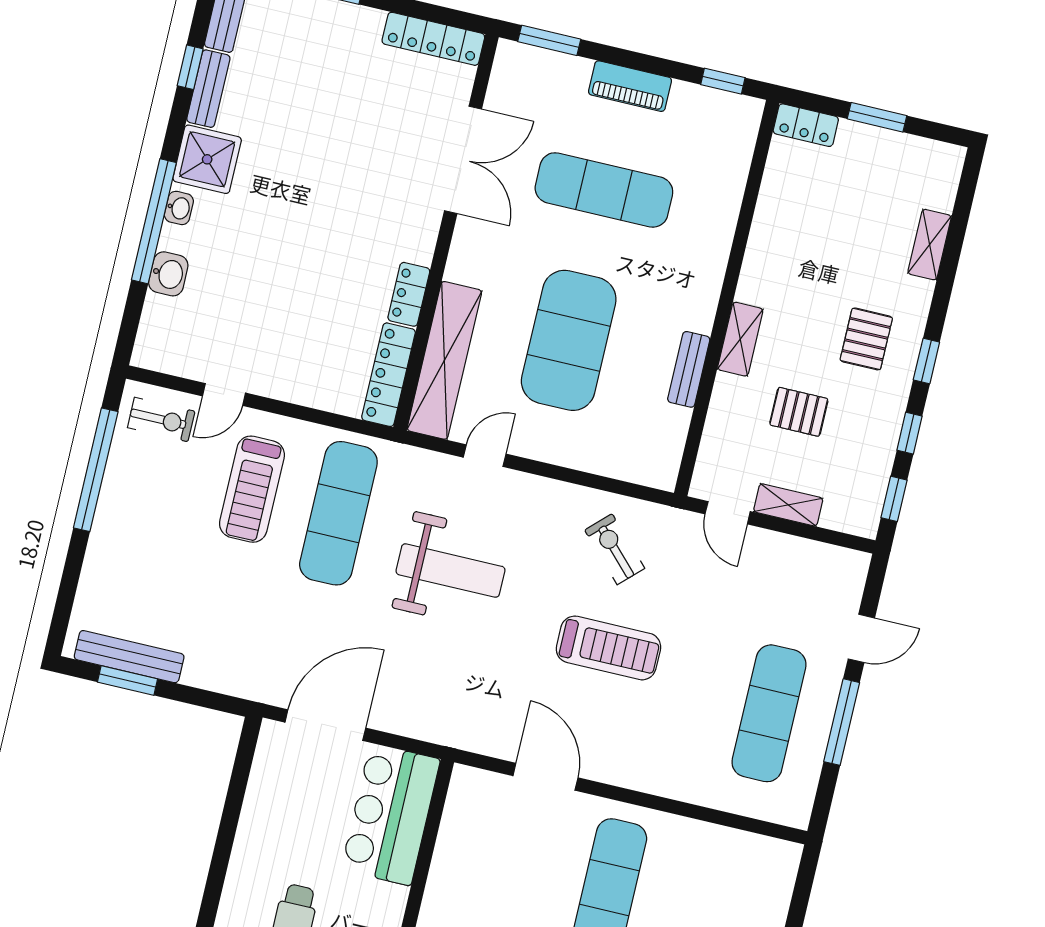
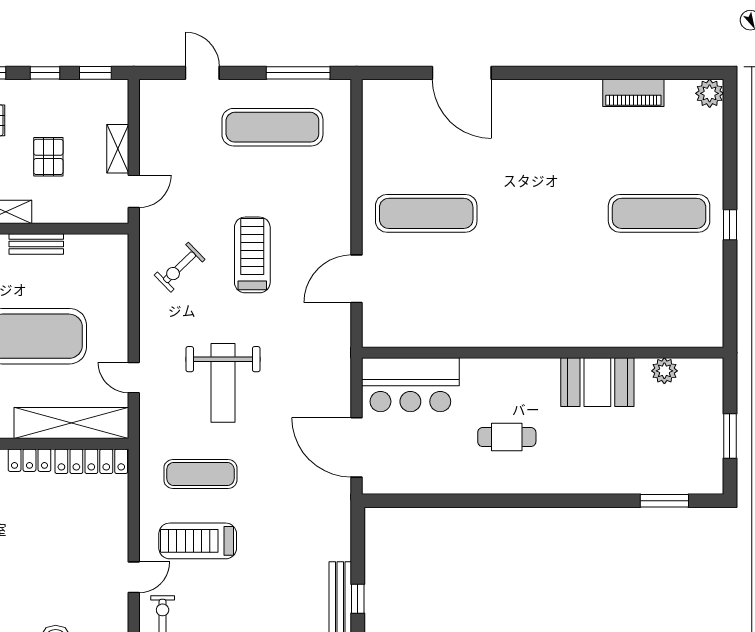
door: (224, 395) -> (134, 577), hinge flipped
treadmill: (252, 489) -> (198, 541), turned 180
exercise mat: (338, 513) -> (200, 474), width x0.73, depth x0.69
weight bench: (450, 571) -> (223, 383), turned 180
window: (128, 680) -> (358, 599), width x0.67
window: (842, 722) -> (298, 73), moved

